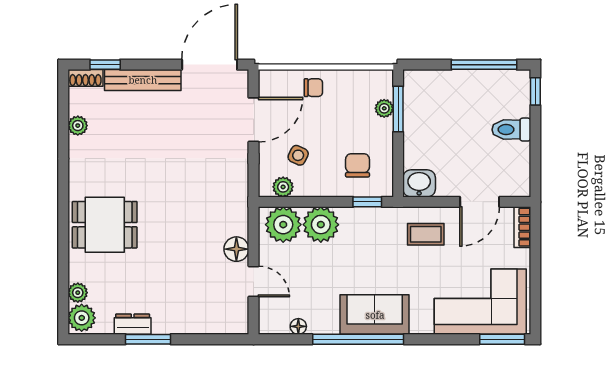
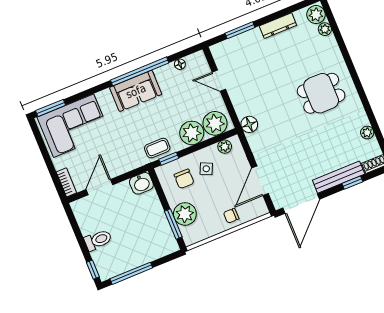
window: (105, 65) -> (352, 183), moved
plant: (384, 108) -> (185, 214), width x1.87, depth x1.87
side table: (298, 155) -> (206, 169), moved
dining table: (105, 225) -> (321, 93), moved
coffee table: (426, 234) -> (157, 148), moved
floor lamp: (236, 249) -> (249, 124), moved
dresser: (133, 324) -> (278, 26), width x1.44
window: (148, 339) -> (240, 30), moved

